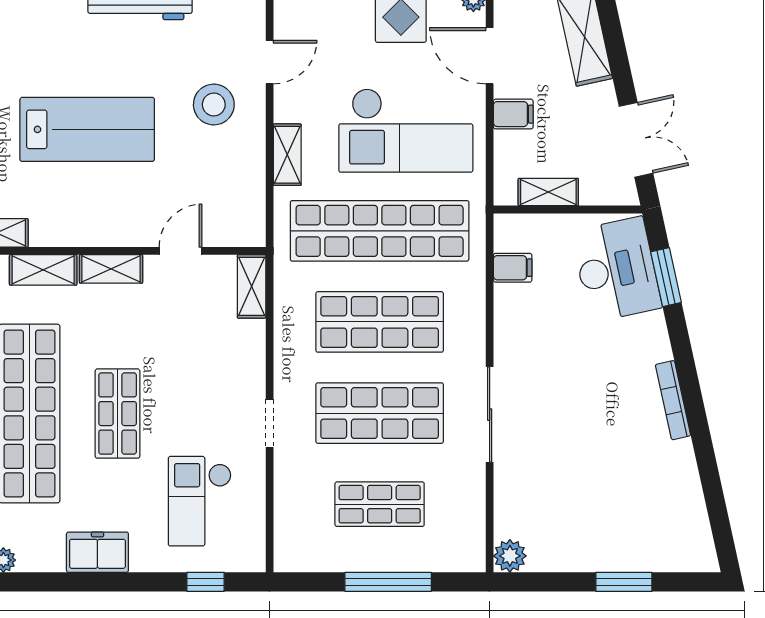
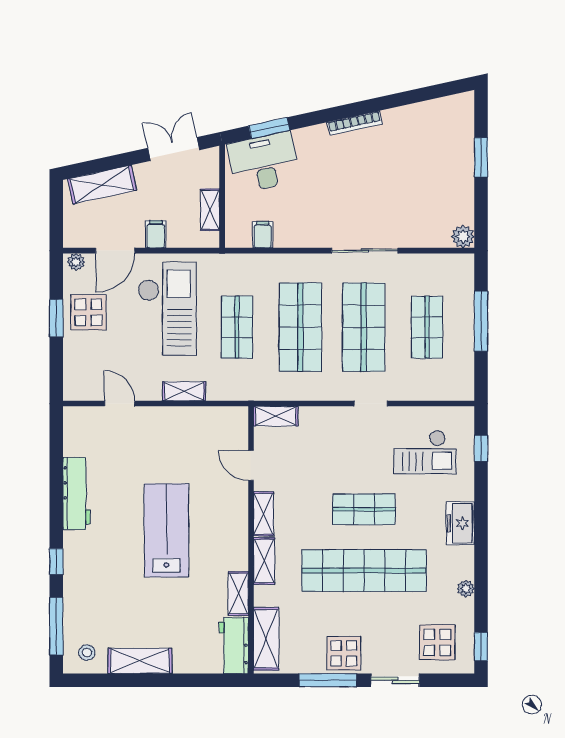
stool: (214, 105) -> (149, 442), removed
shop shelf: (380, 231) -> (237, 327), width x0.50, depth x0.74

